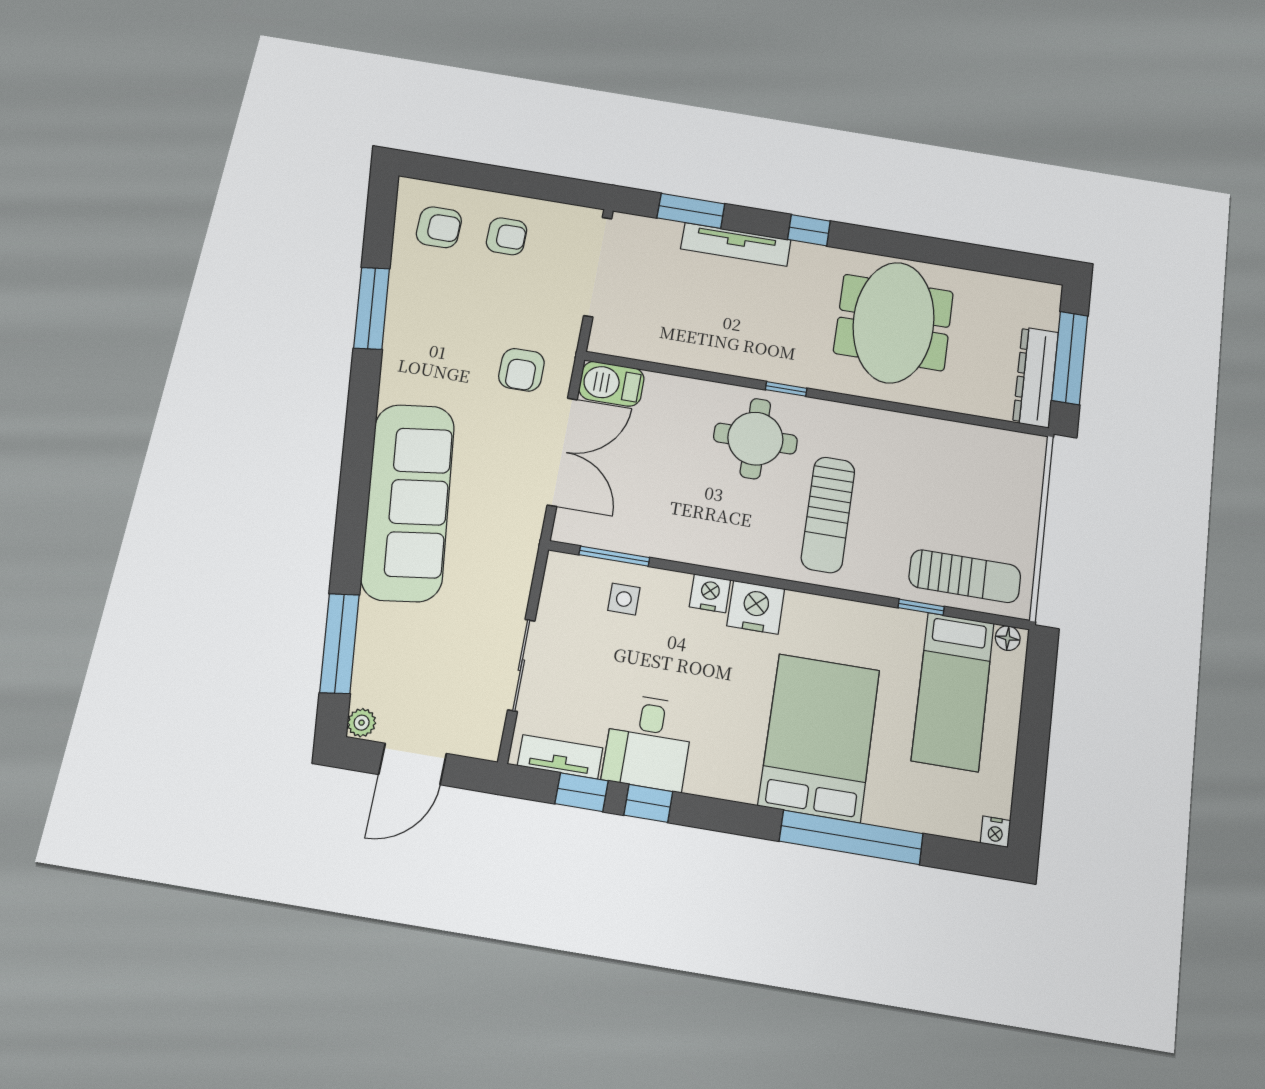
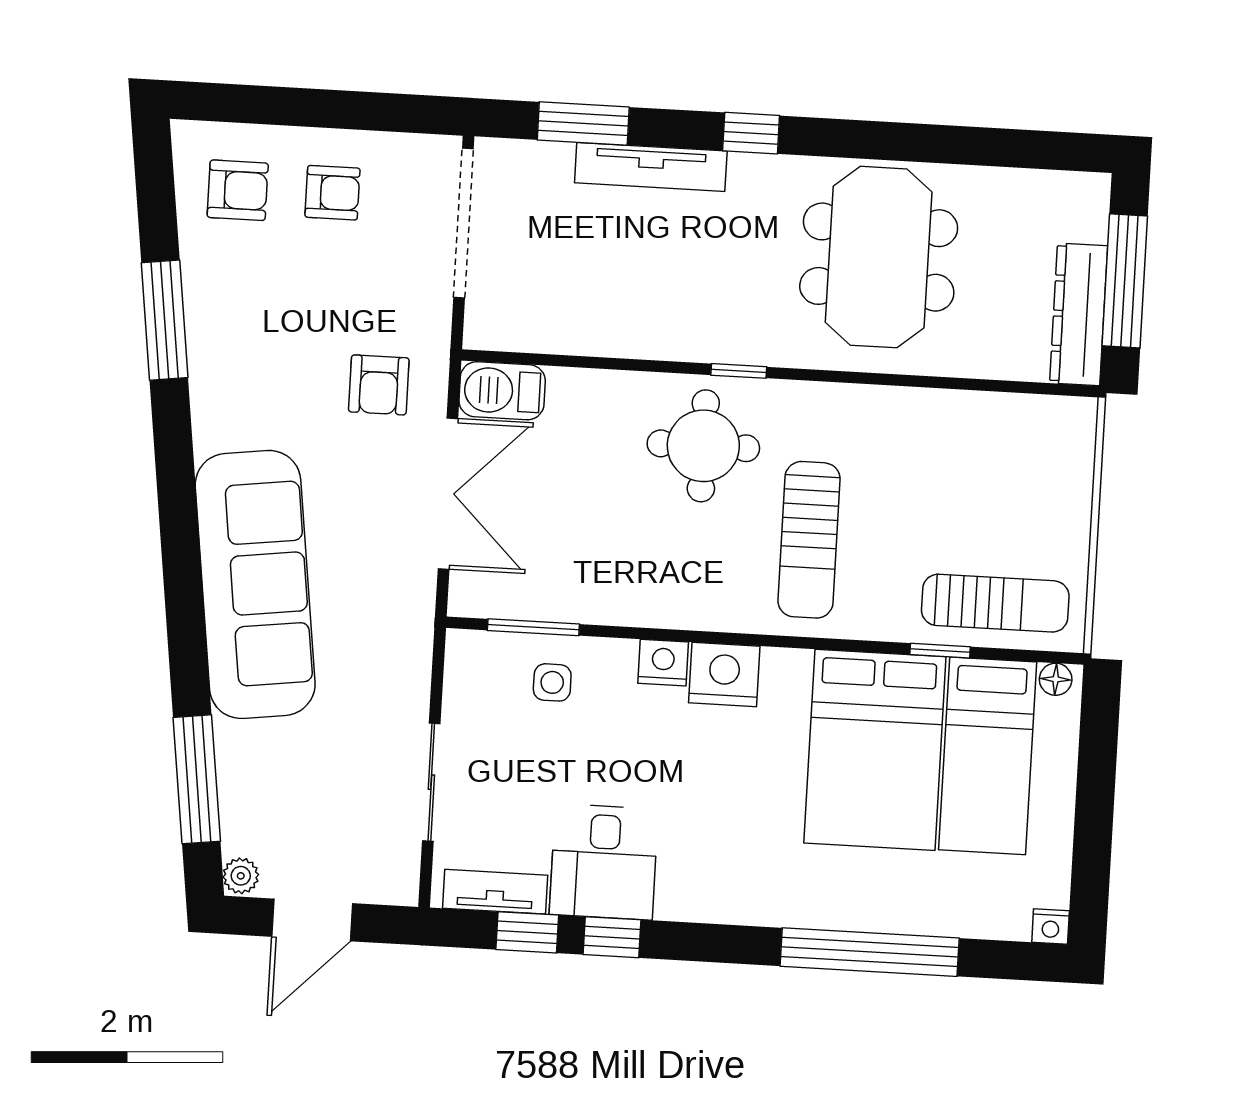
bed: (819, 737) -> (875, 750), moved, turned 180

